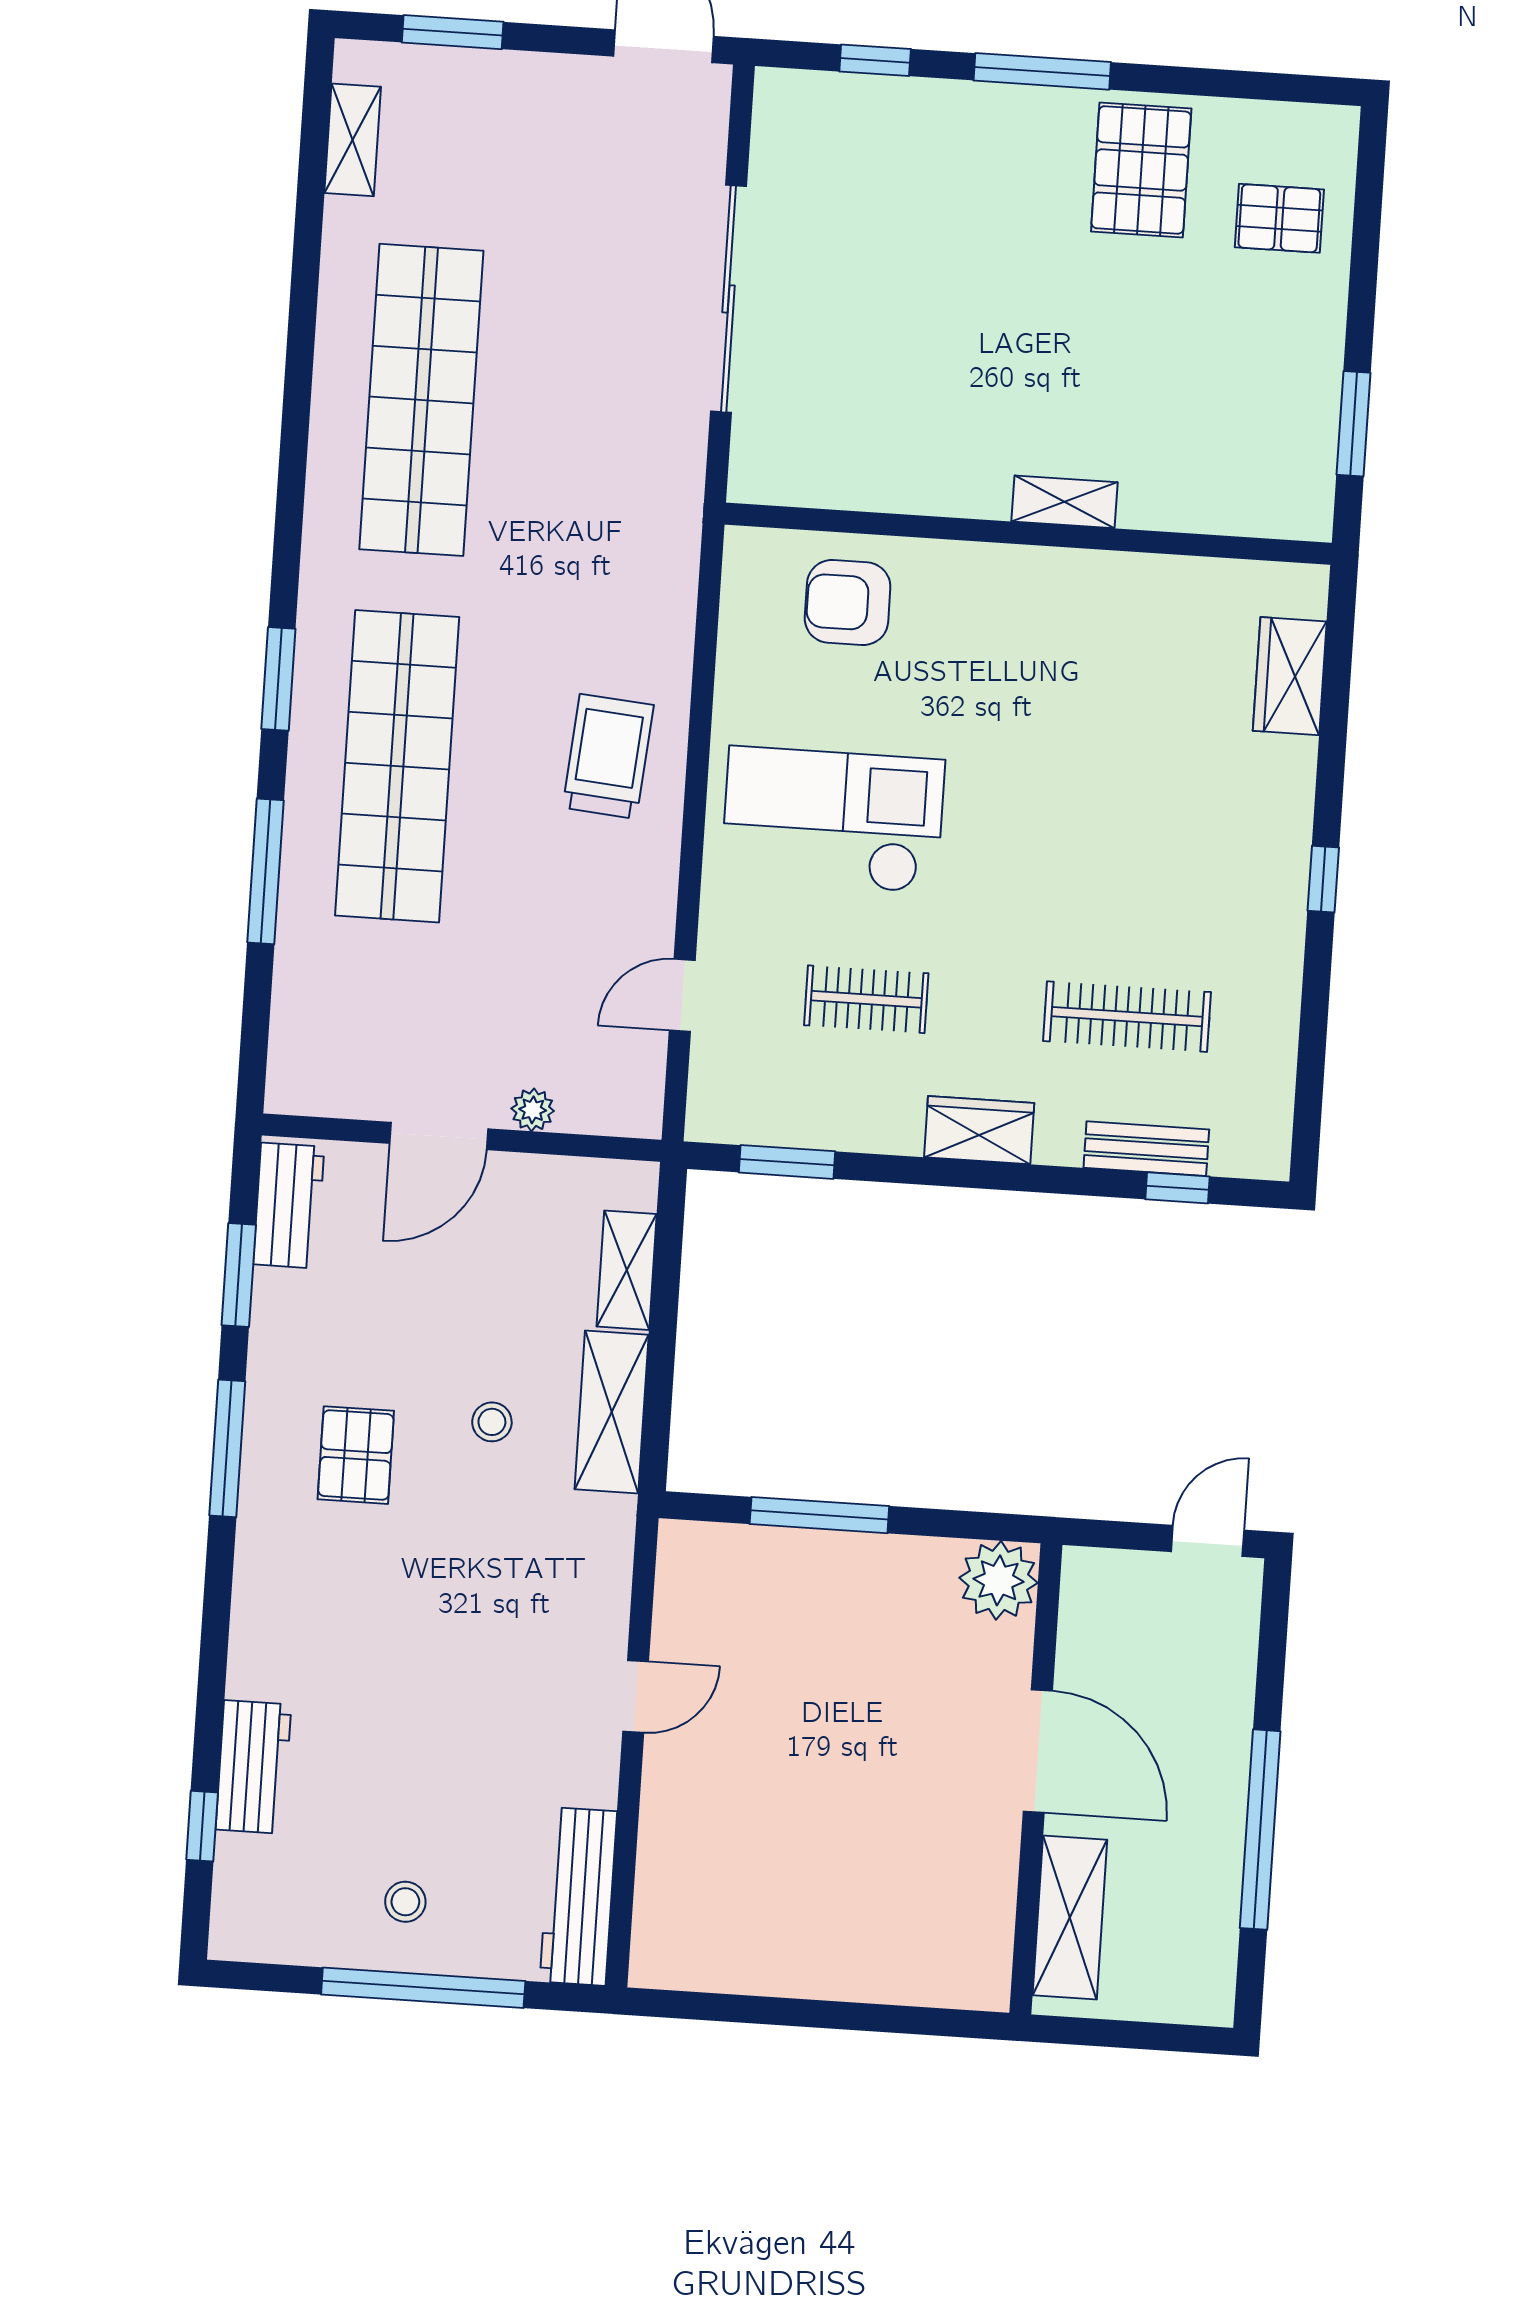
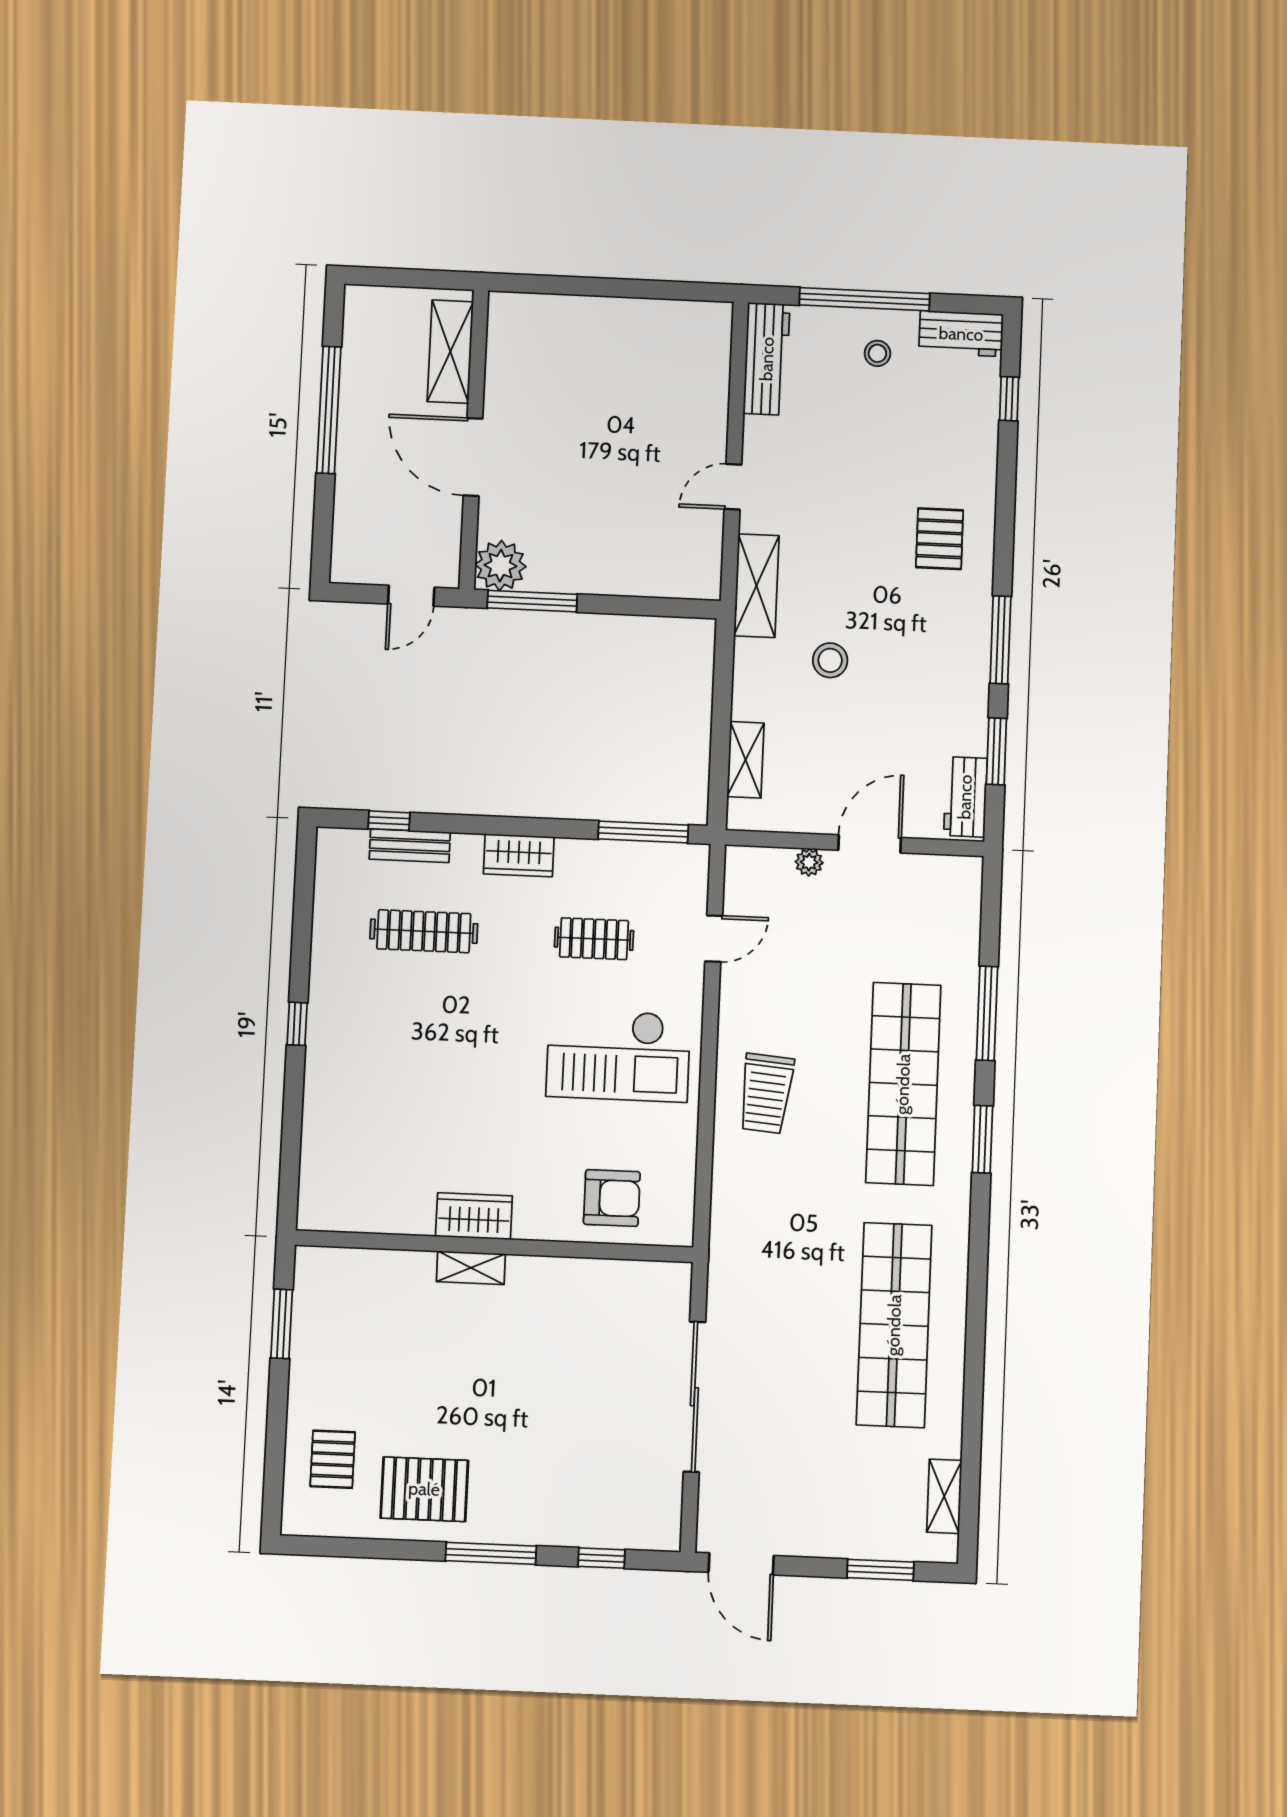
pallet: (1141, 170) -> (424, 1489), turned 90
pallet: (1279, 218) -> (333, 1459), turned 90
wardrobe: (1290, 676) -> (474, 1216), moved, turned -90
window: (787, 1162) -> (643, 832), width x1.44
shelving: (612, 1412) -> (756, 586), moved
stool: (492, 1422) -> (830, 660), width x1.37, depth x1.37
pallet: (356, 1455) -> (940, 539), moved
window: (819, 1515) -> (532, 601), moved
door: (1208, 1541) -> (411, 596), moved
workbench: (253, 1767) -> (961, 334), moved, turned -90

